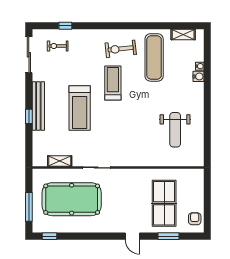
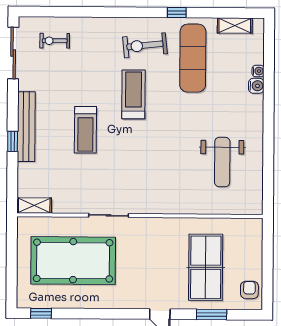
window: (65, 26) -> (177, 12), moved
treadmill: (80, 108) -> (85, 130), width x0.73, depth x0.73
shelving: (60, 161) -> (34, 205), moved
window: (29, 207) -> (12, 271), removed

